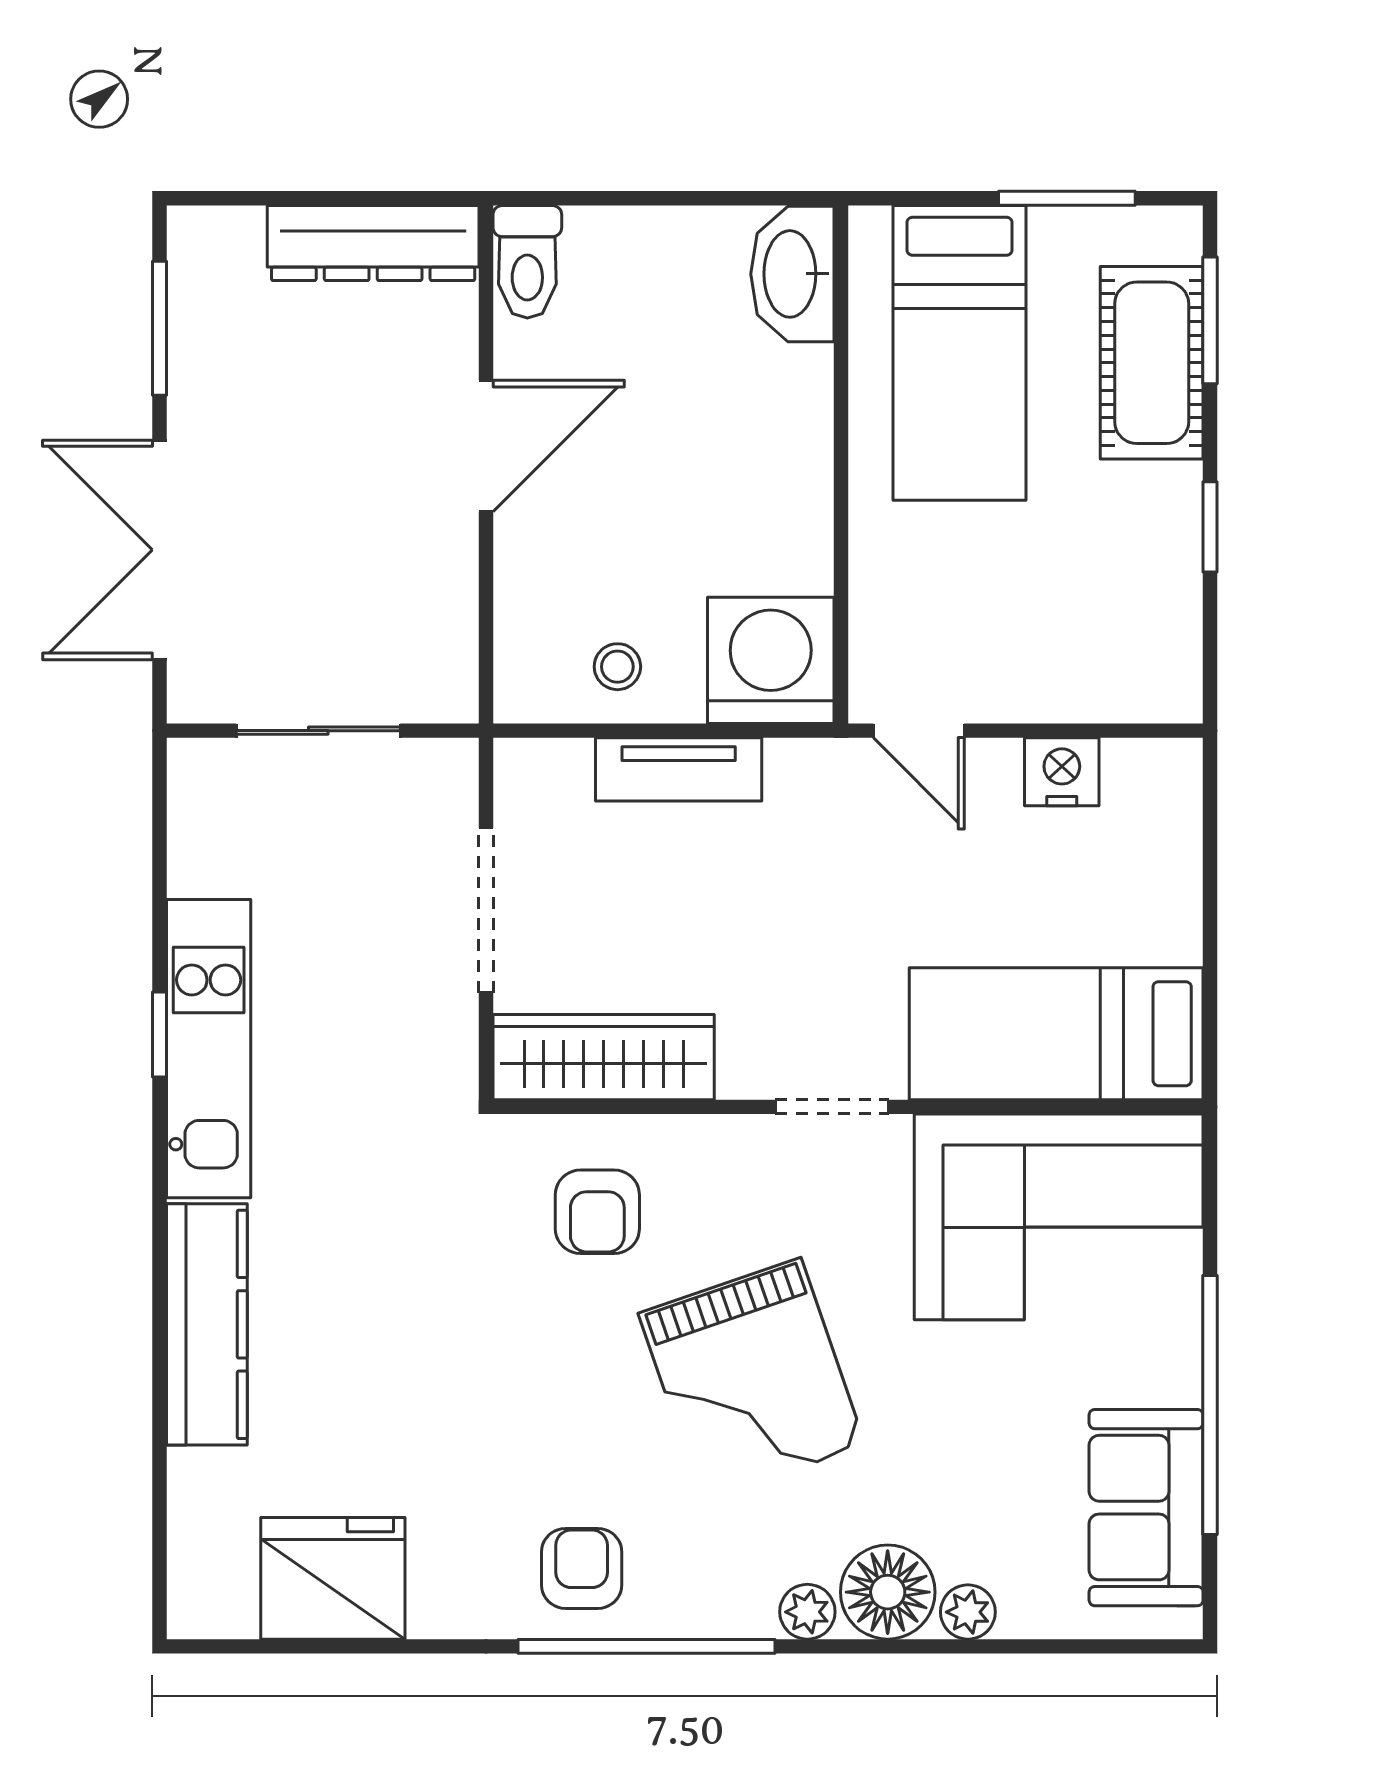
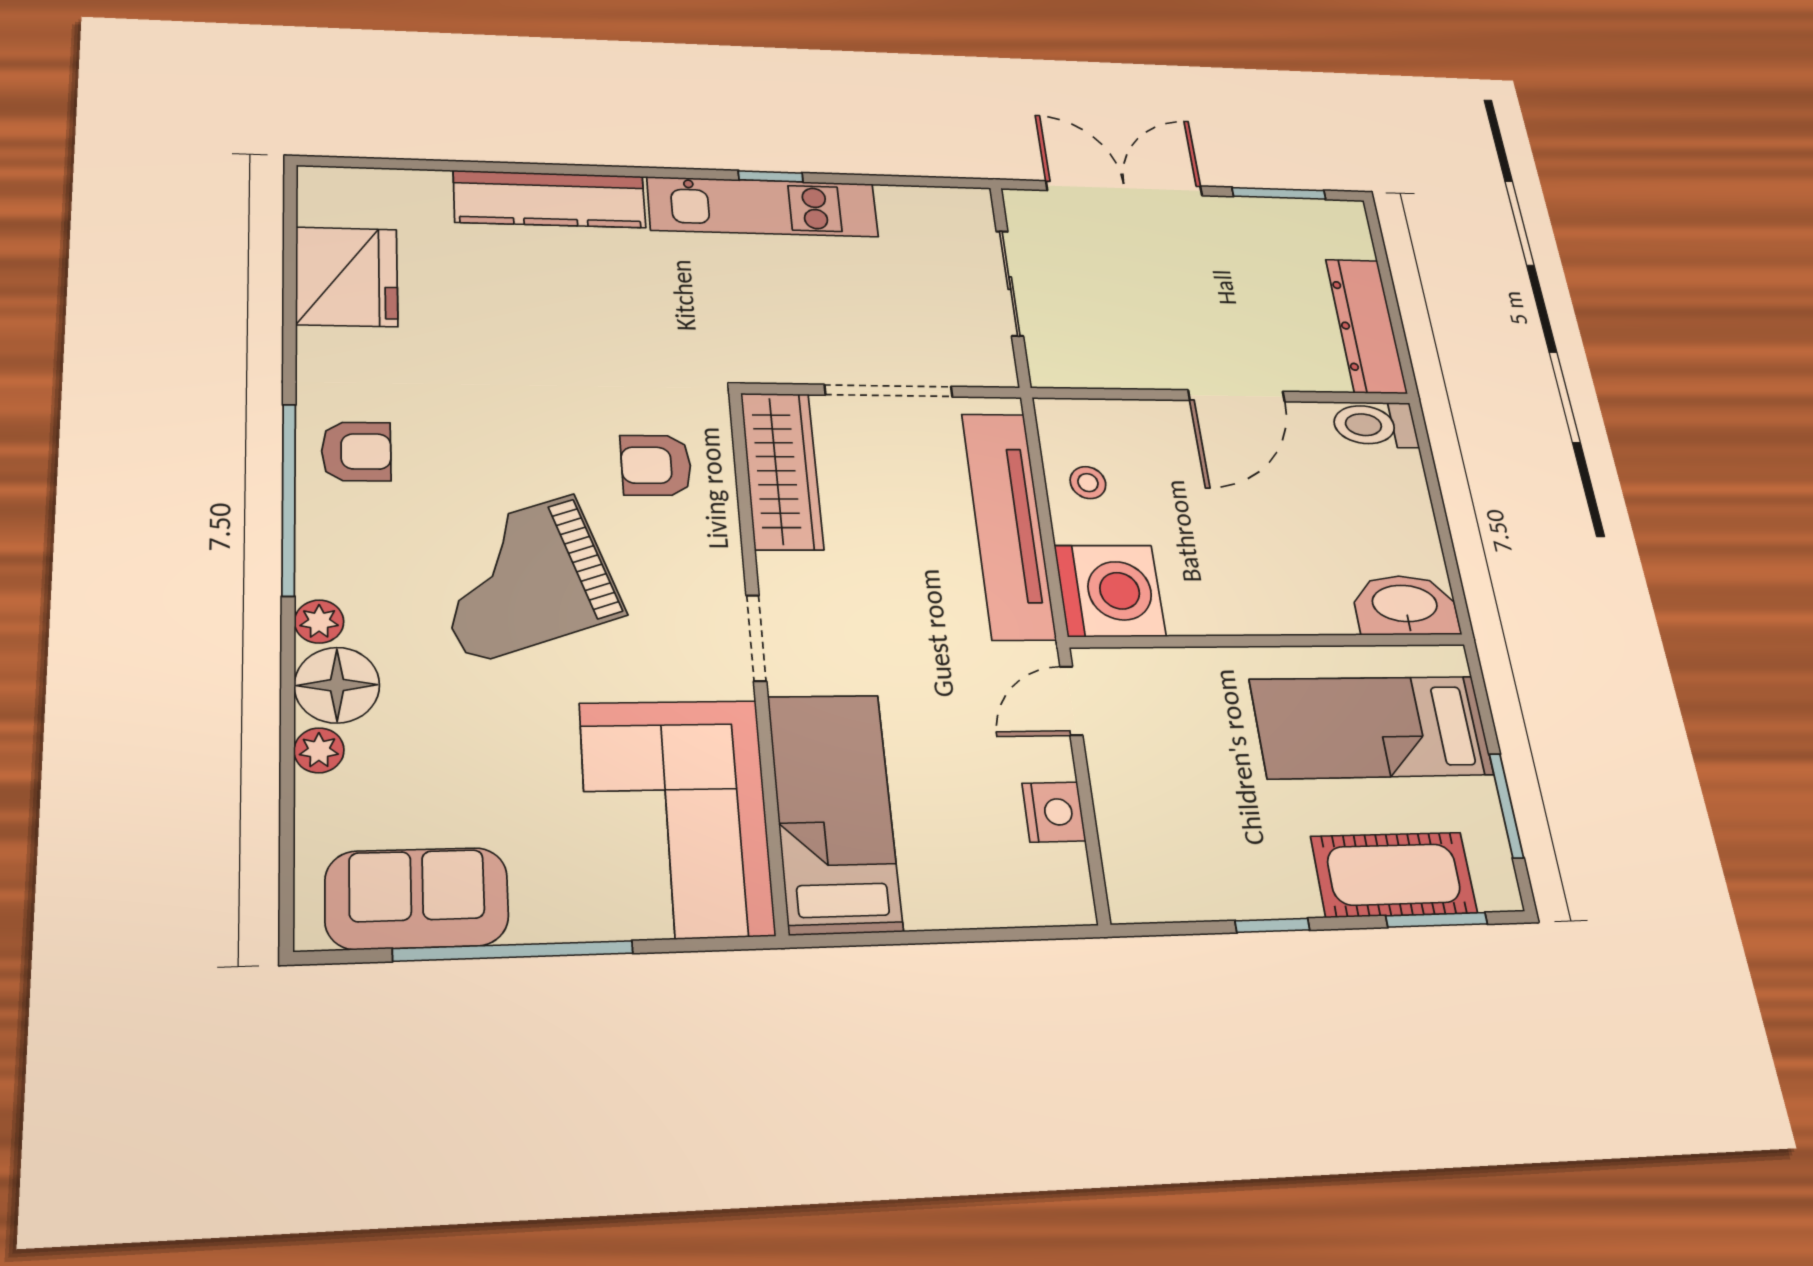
door: (486, 446) -> (1237, 396), hinge flipped
tv unit: (679, 769) -> (1008, 525), width x1.92, depth x1.29

